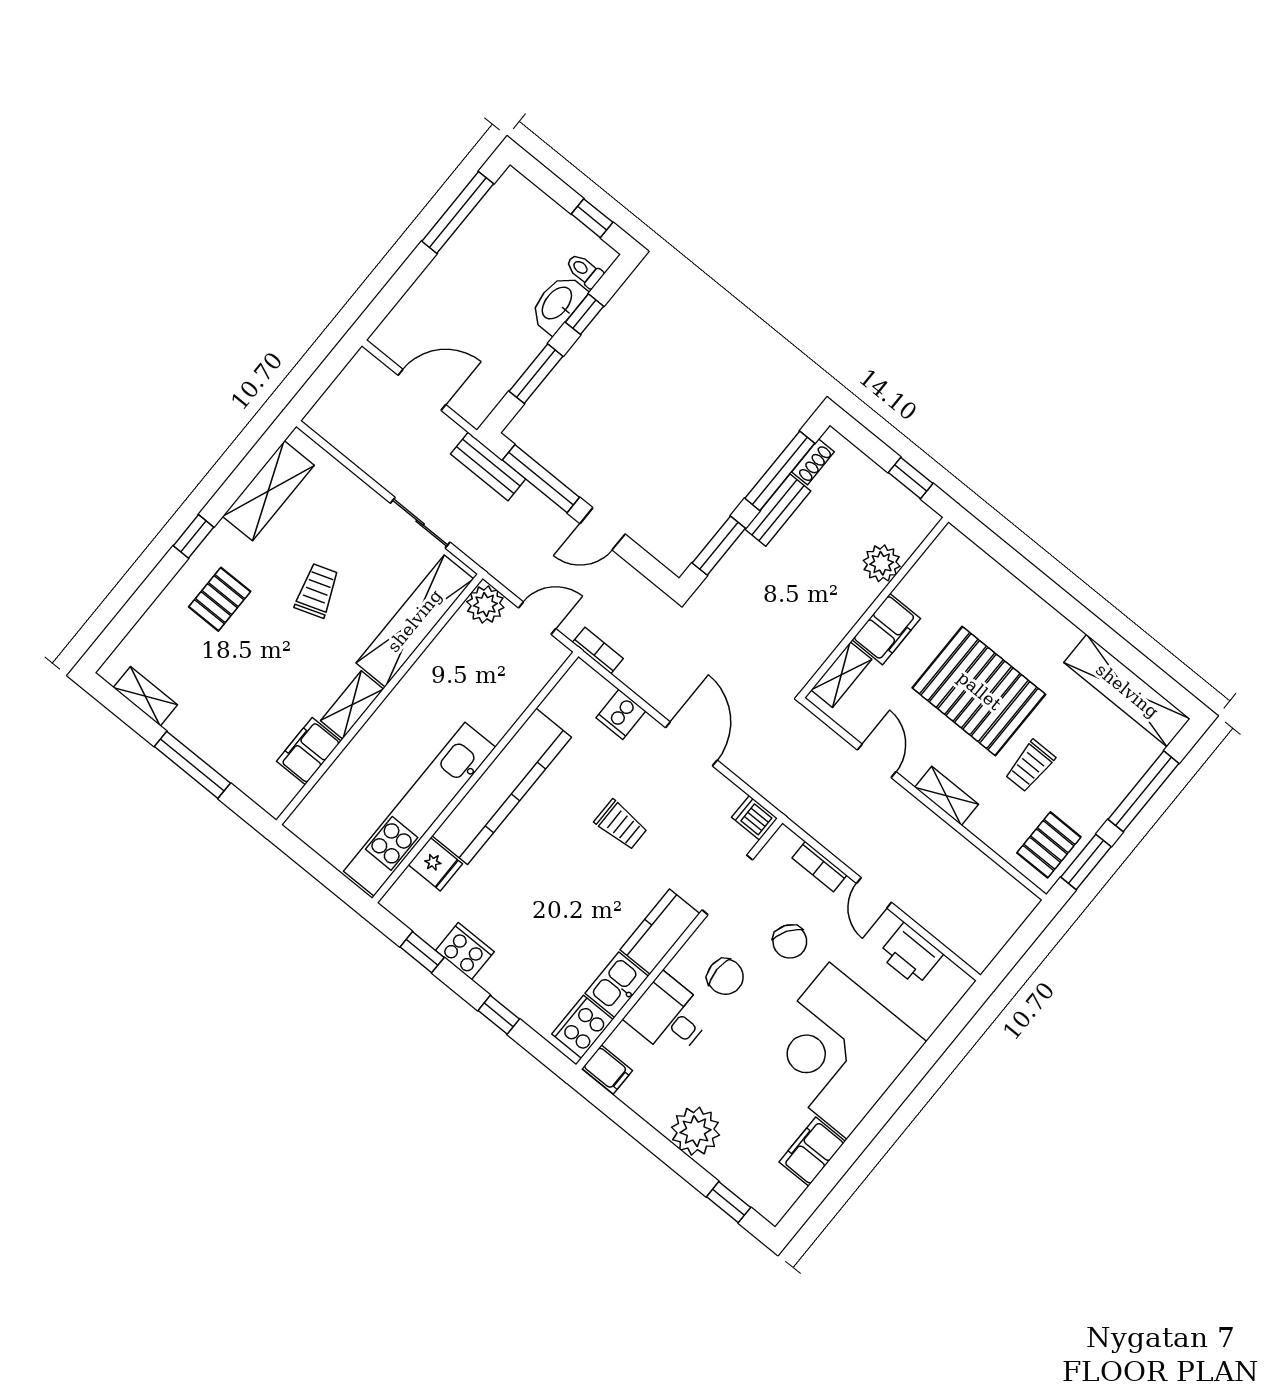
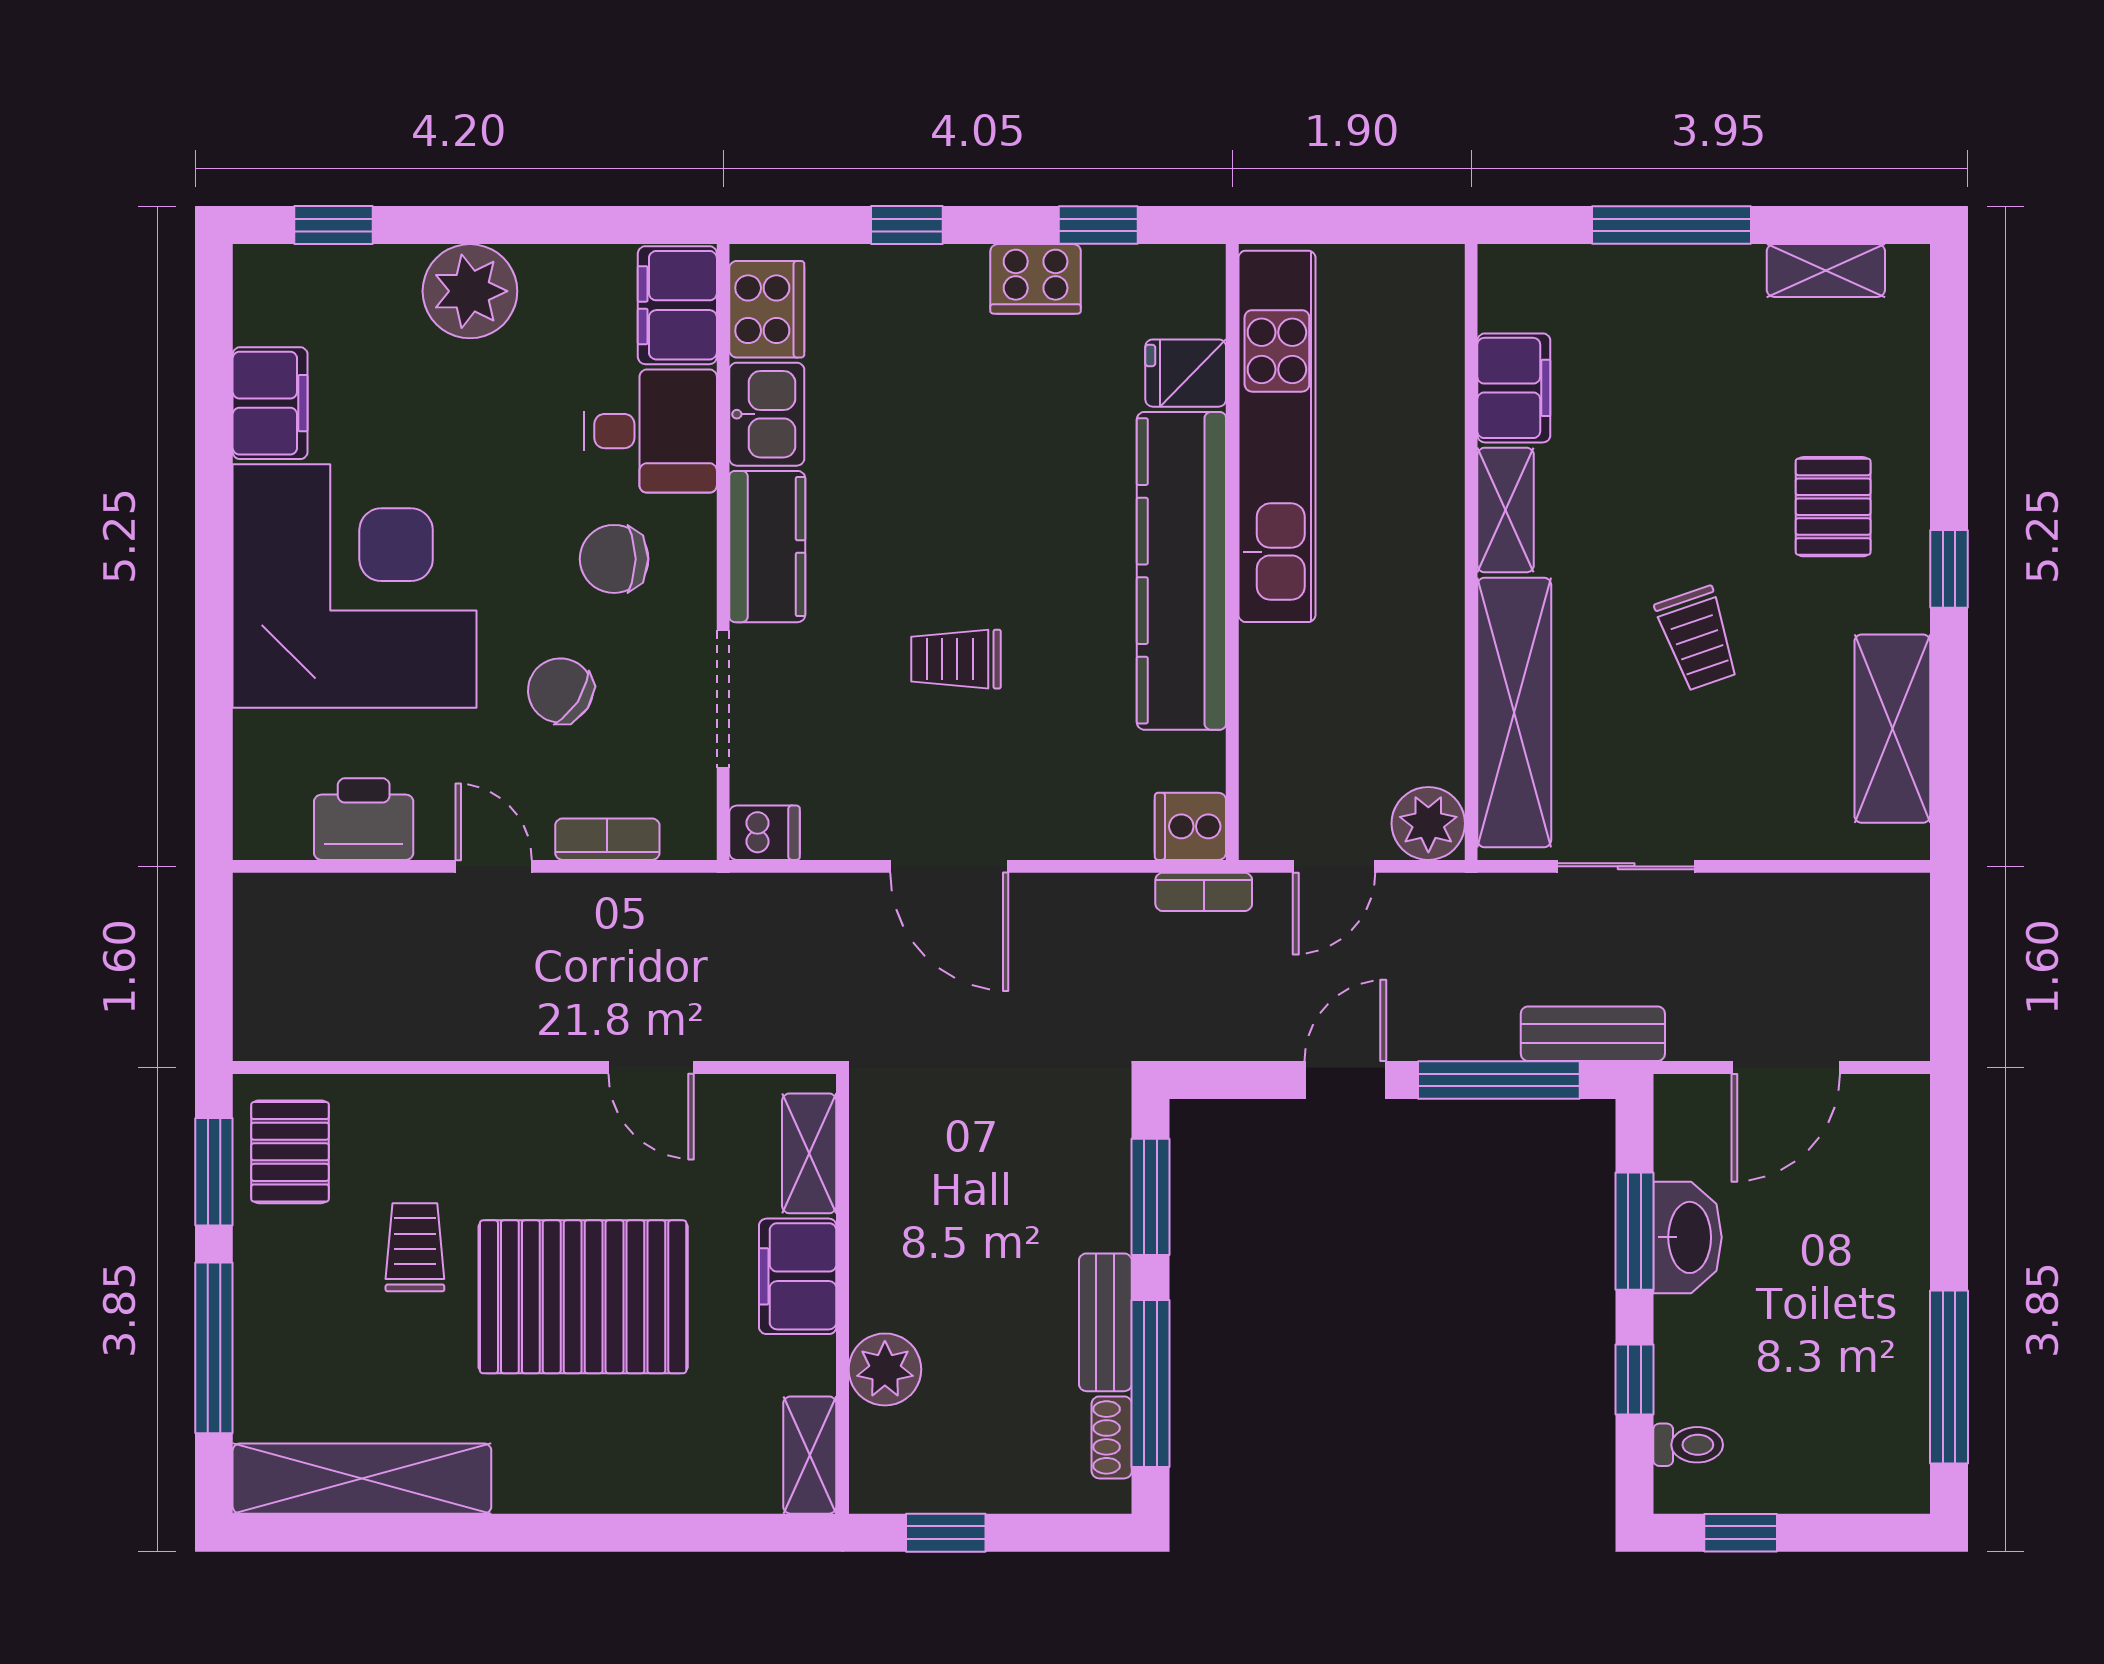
washbasin: (558, 304) -> (1688, 1237), moved
cooker: (621, 714) -> (1190, 826), moved, turned -90
shelving: (946, 796) -> (810, 1455), moved, turned 90
filing cabinet: (607, 1070) -> (677, 305), width x2.00

